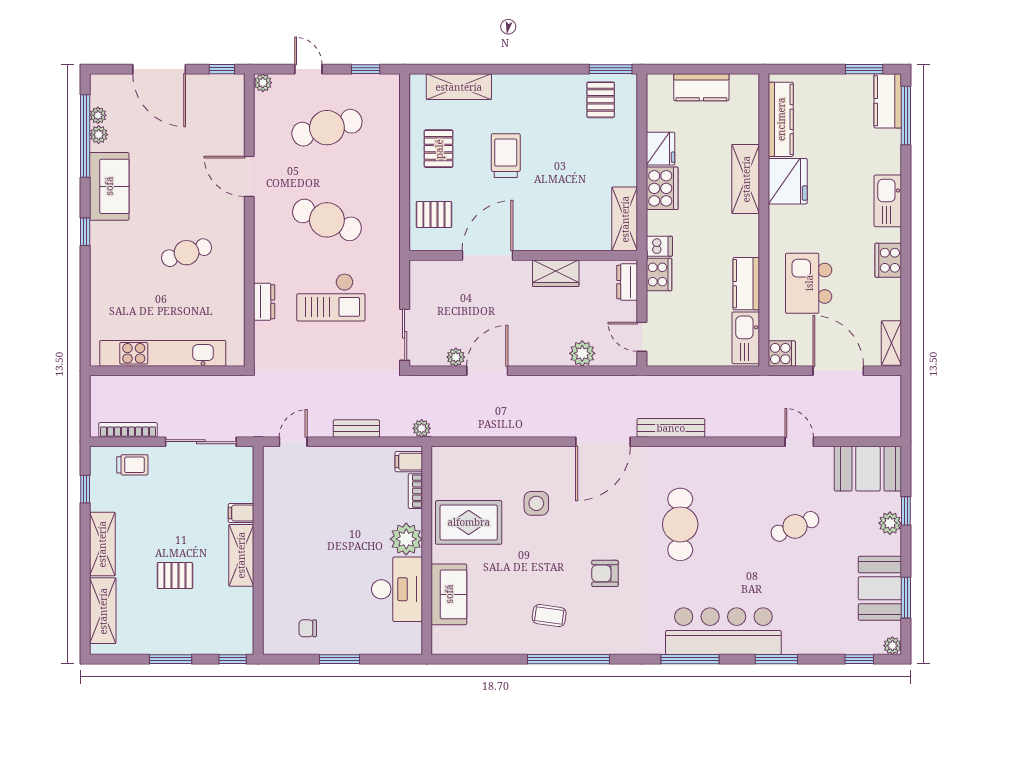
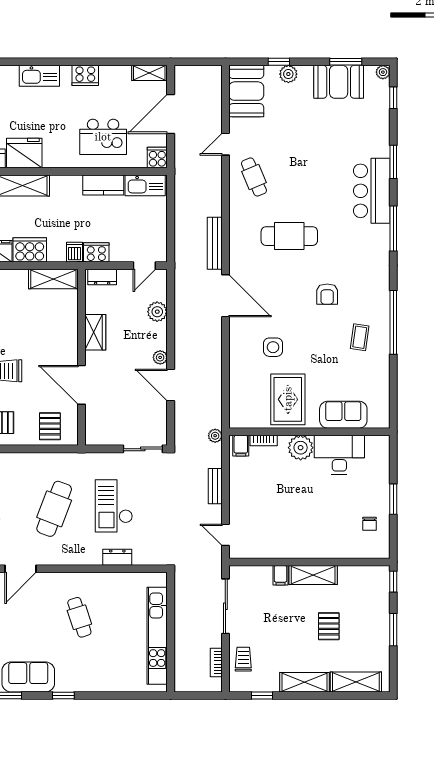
checkout: (331, 297) -> (114, 506), turned 180
plant: (456, 357) -> (160, 357), moved
bookcase: (128, 430) -> (216, 662), width x0.64
cafe table: (795, 526) -> (254, 177), moved
bar counter: (723, 631) -> (372, 191), width x0.73

